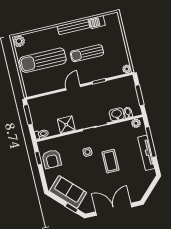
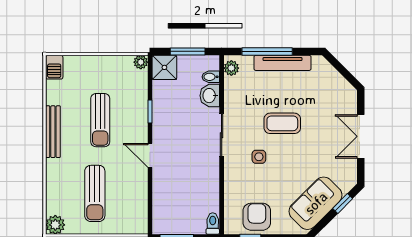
barbecue: (97, 22) -> (54, 67), moved
sun lounger: (43, 60) -> (95, 193), width x0.73, depth x0.75
shower: (66, 125) -> (164, 67), moved
armchair: (52, 159) -> (257, 217), turned -90
double door: (114, 209) -> (361, 136), width x0.73

